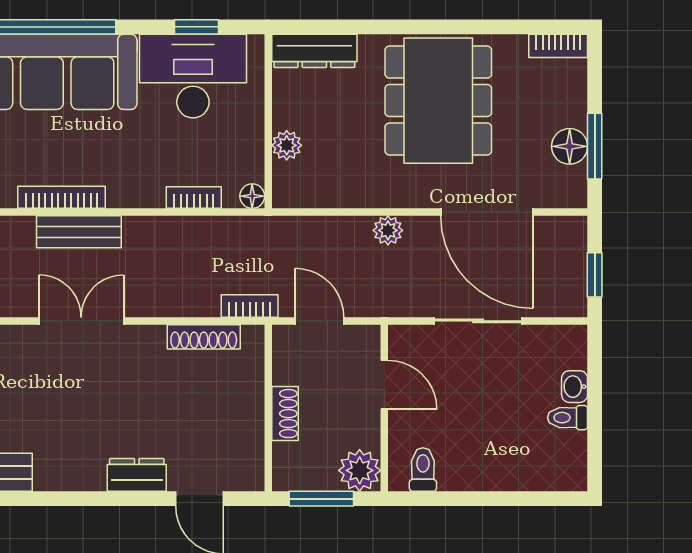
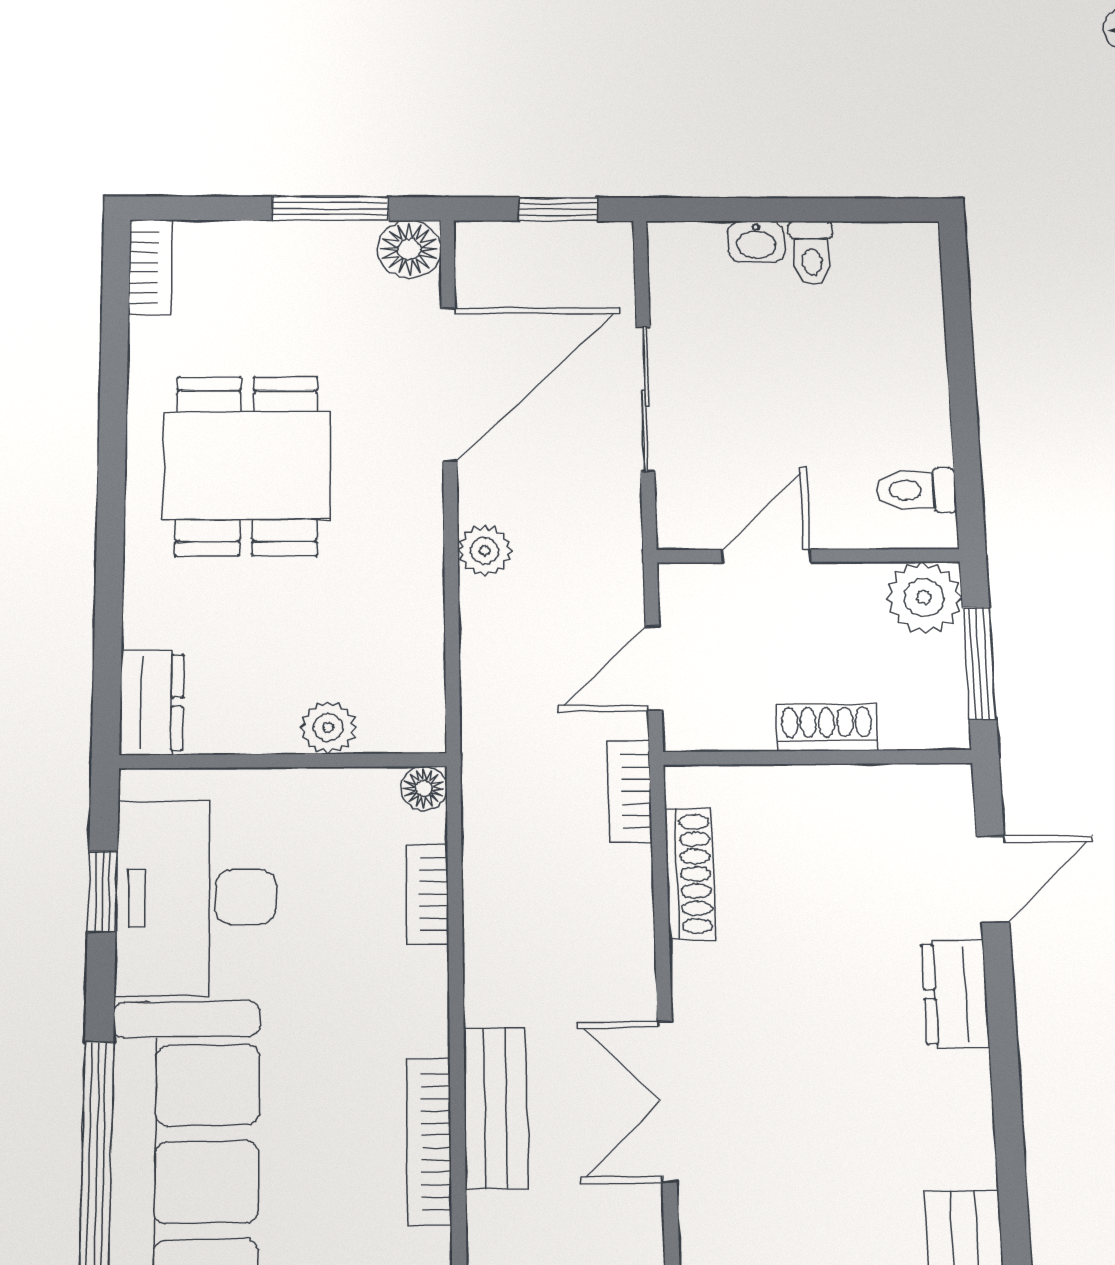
dresser: (314, 51) -> (152, 702), width x0.70
dining table: (438, 101) -> (247, 466), width x0.73
floor lamp: (570, 146) -> (409, 249), moved

